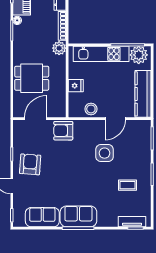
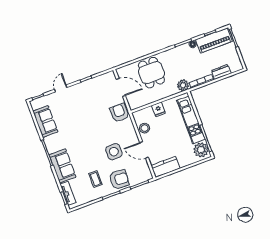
kitchen counter: (143, 94) -> (165, 167), width x0.67
armchair: (30, 164) -> (119, 179), moved
sofa: (78, 216) -> (63, 166), moved

